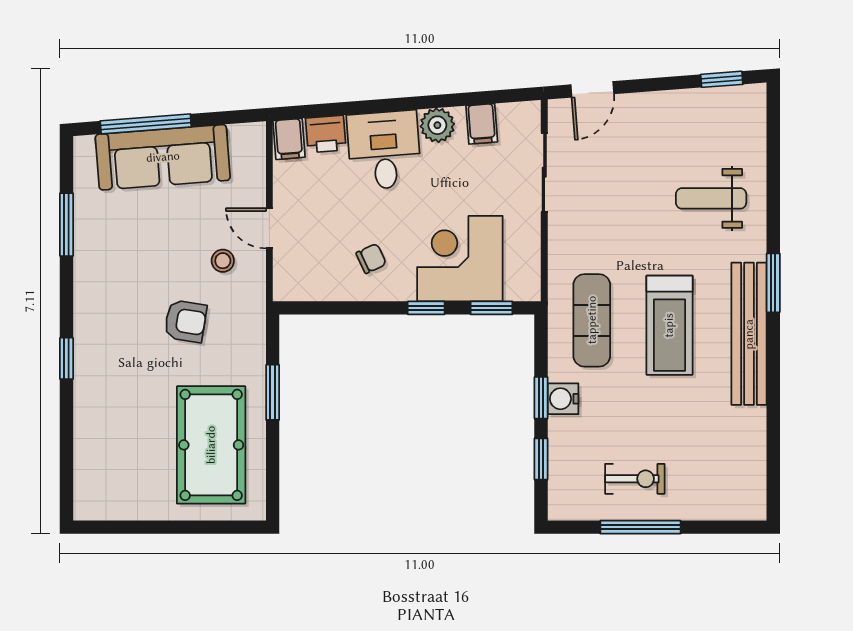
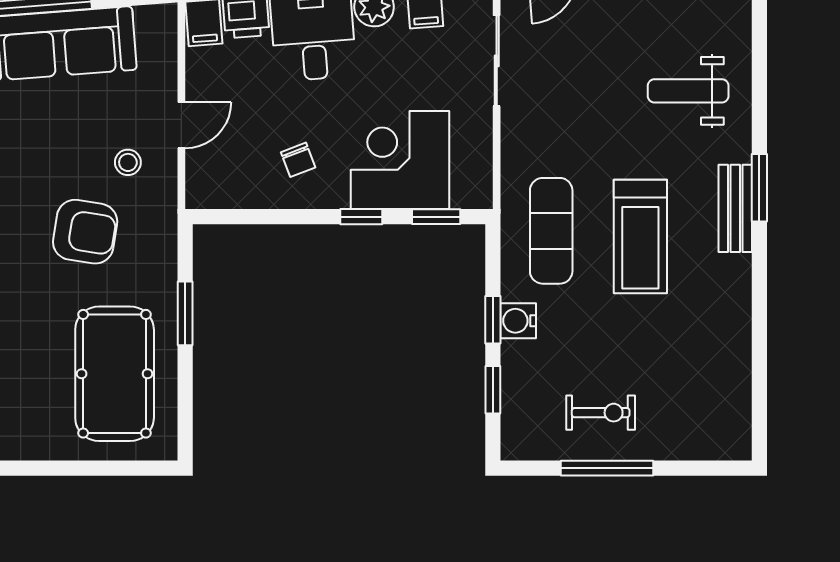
door: (269, 228) -> (181, 125), swing flipped
chair: (371, 258) -> (298, 160), turned 94
armchair: (185, 321) -> (85, 232), width x1.38, depth x1.38
bench: (749, 334) -> (735, 208), width x0.54, depth x0.82

